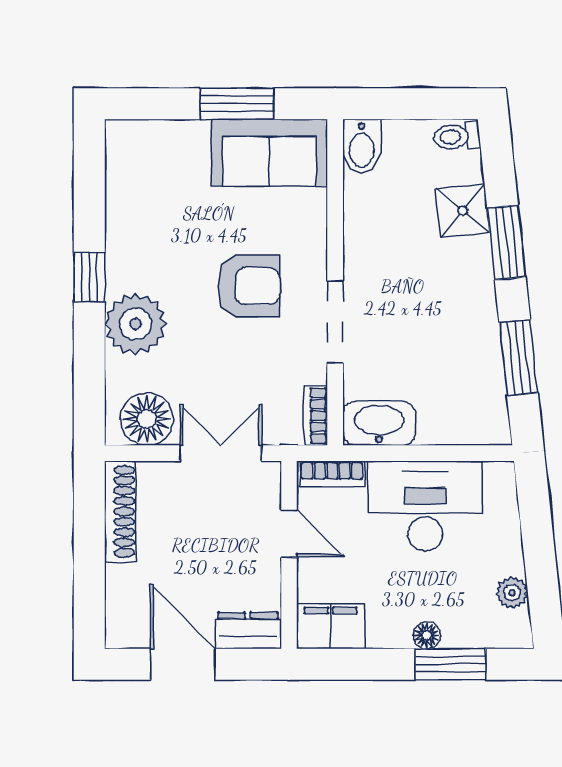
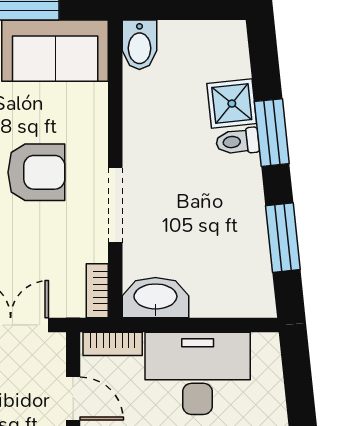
toilet: (457, 136) -> (238, 141), moved

